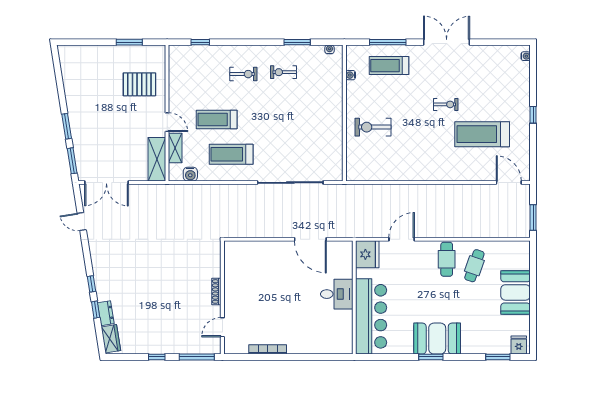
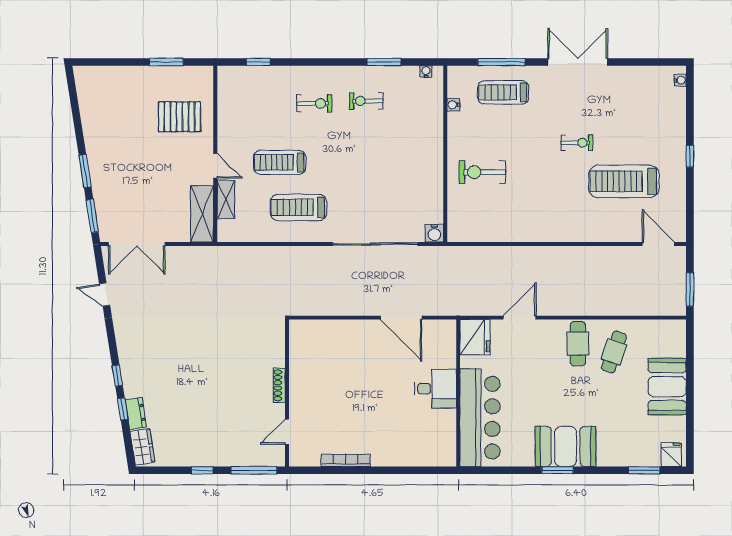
water cooler: (190, 174) -> (434, 233), moved

